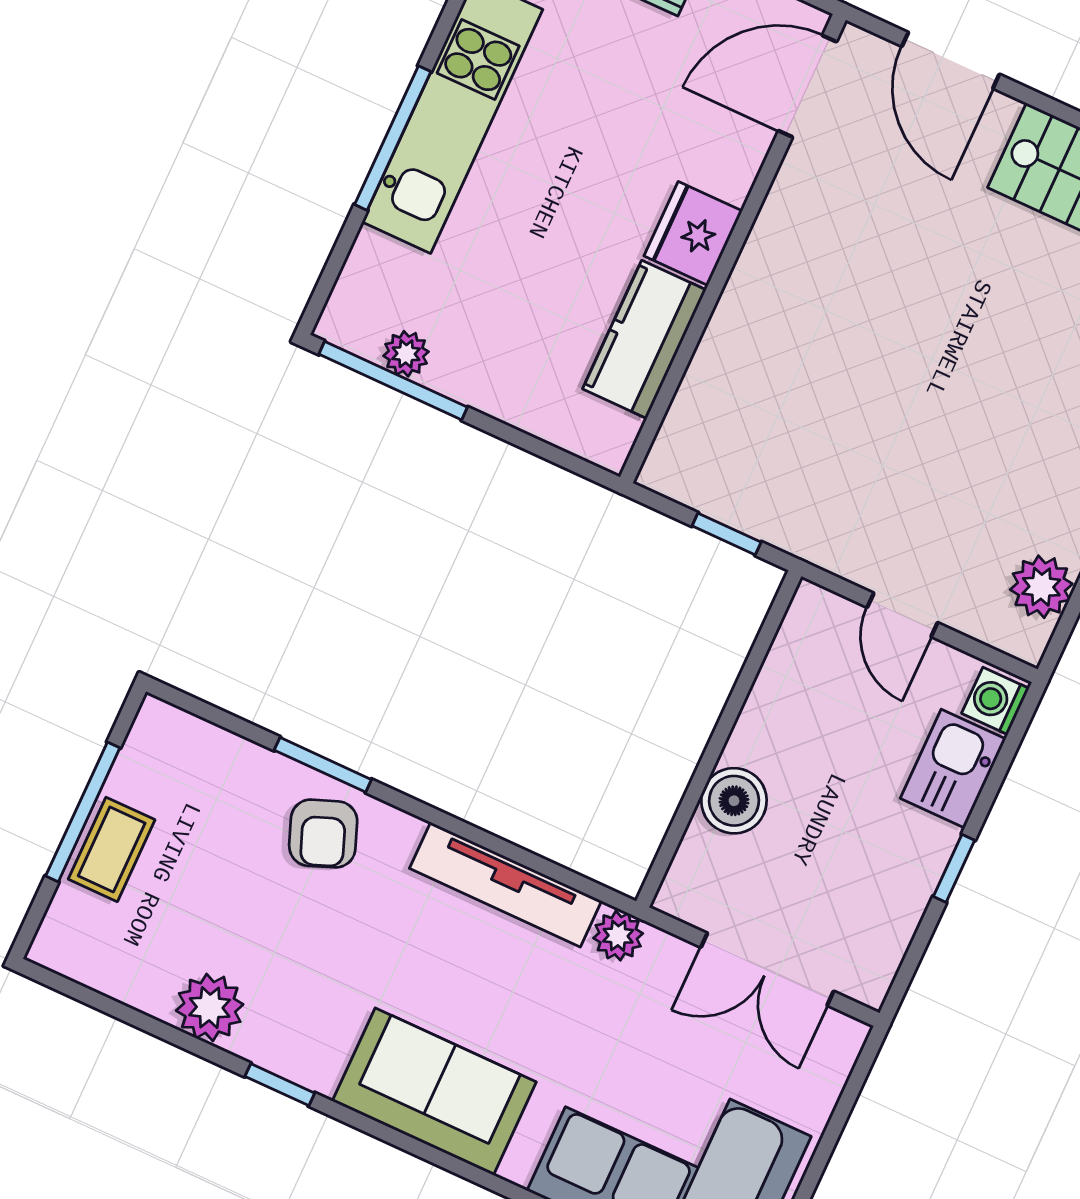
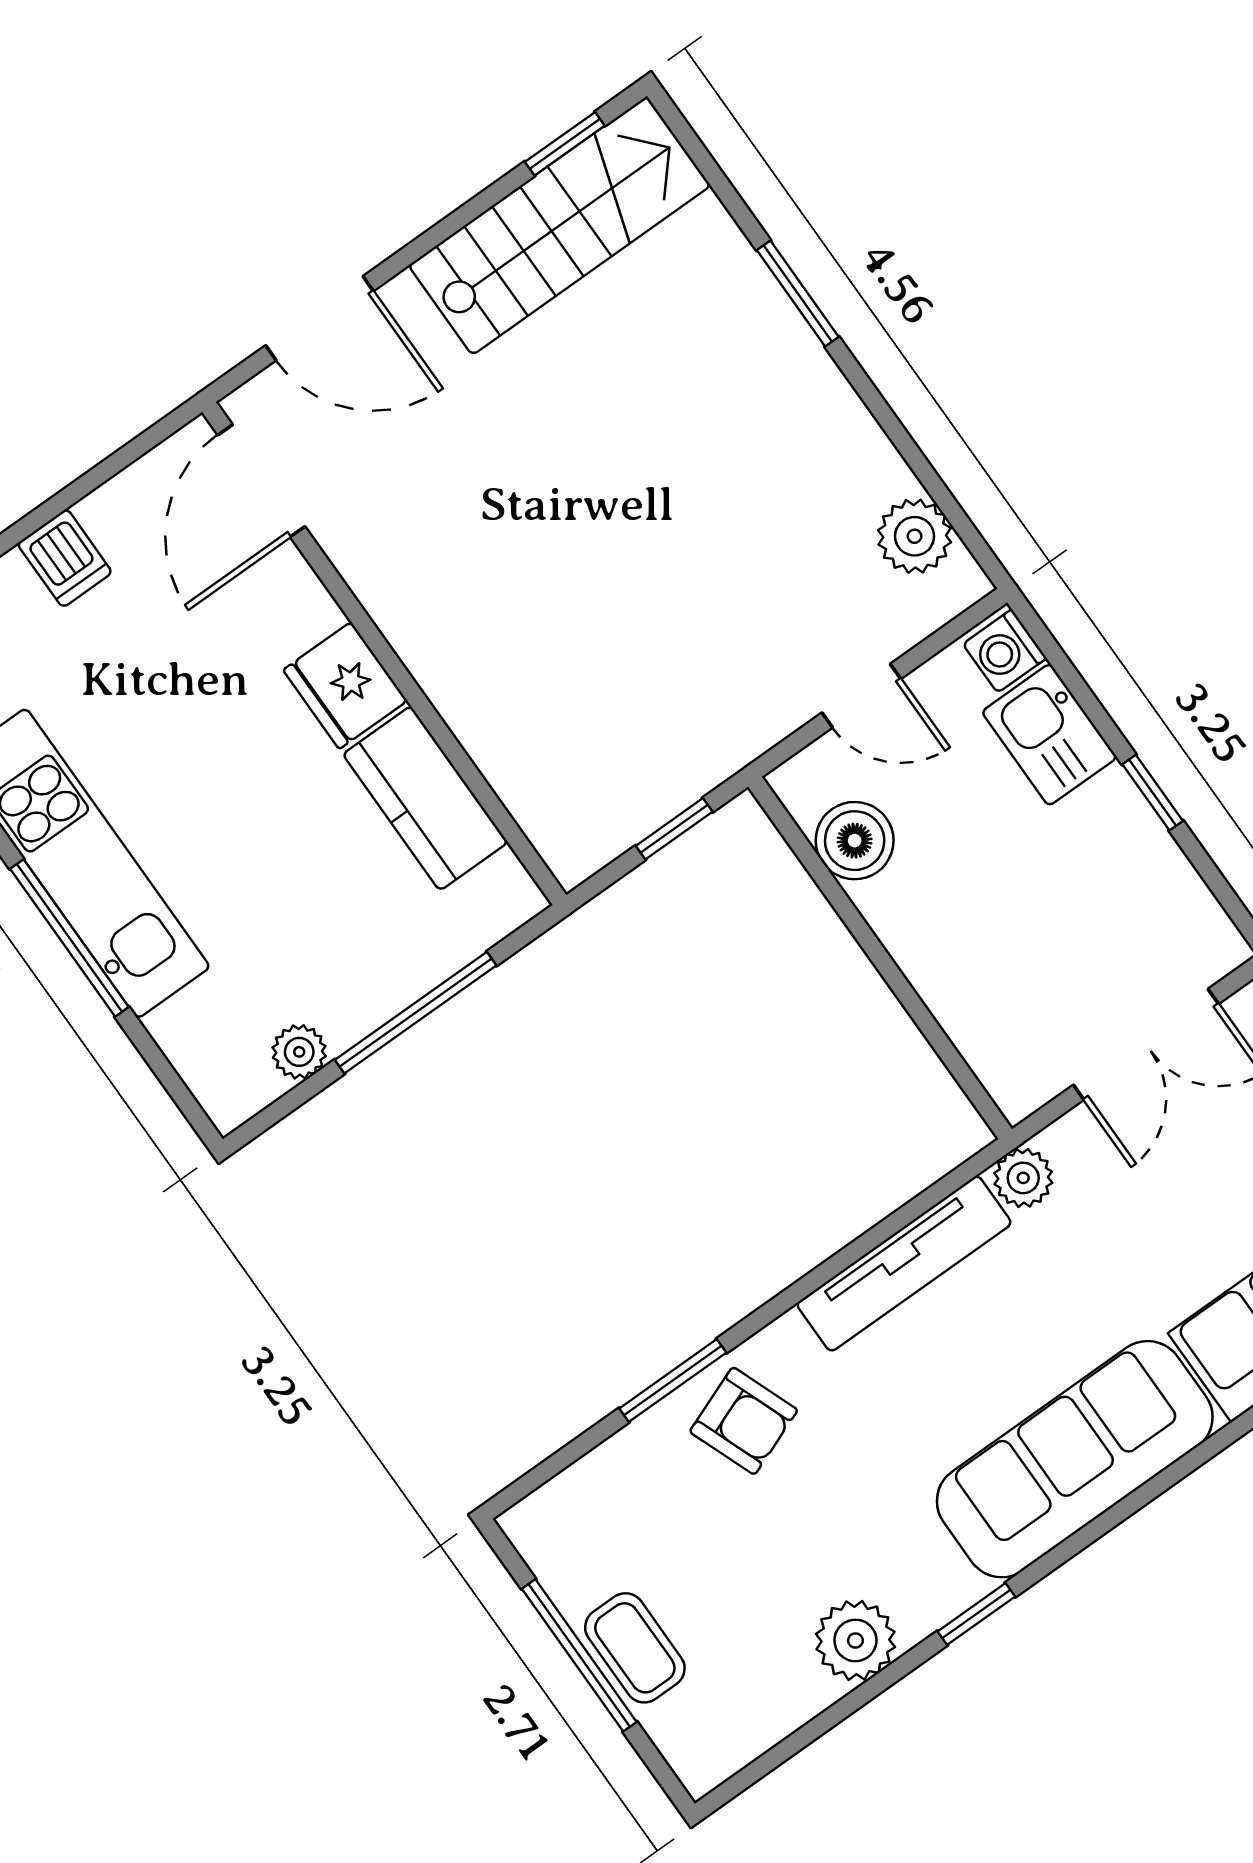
window: (393, 381) -> (416, 1013), moved
boiler: (734, 801) -> (855, 841), moved
sofa: (434, 1092) -> (1075, 1459), width x1.36

